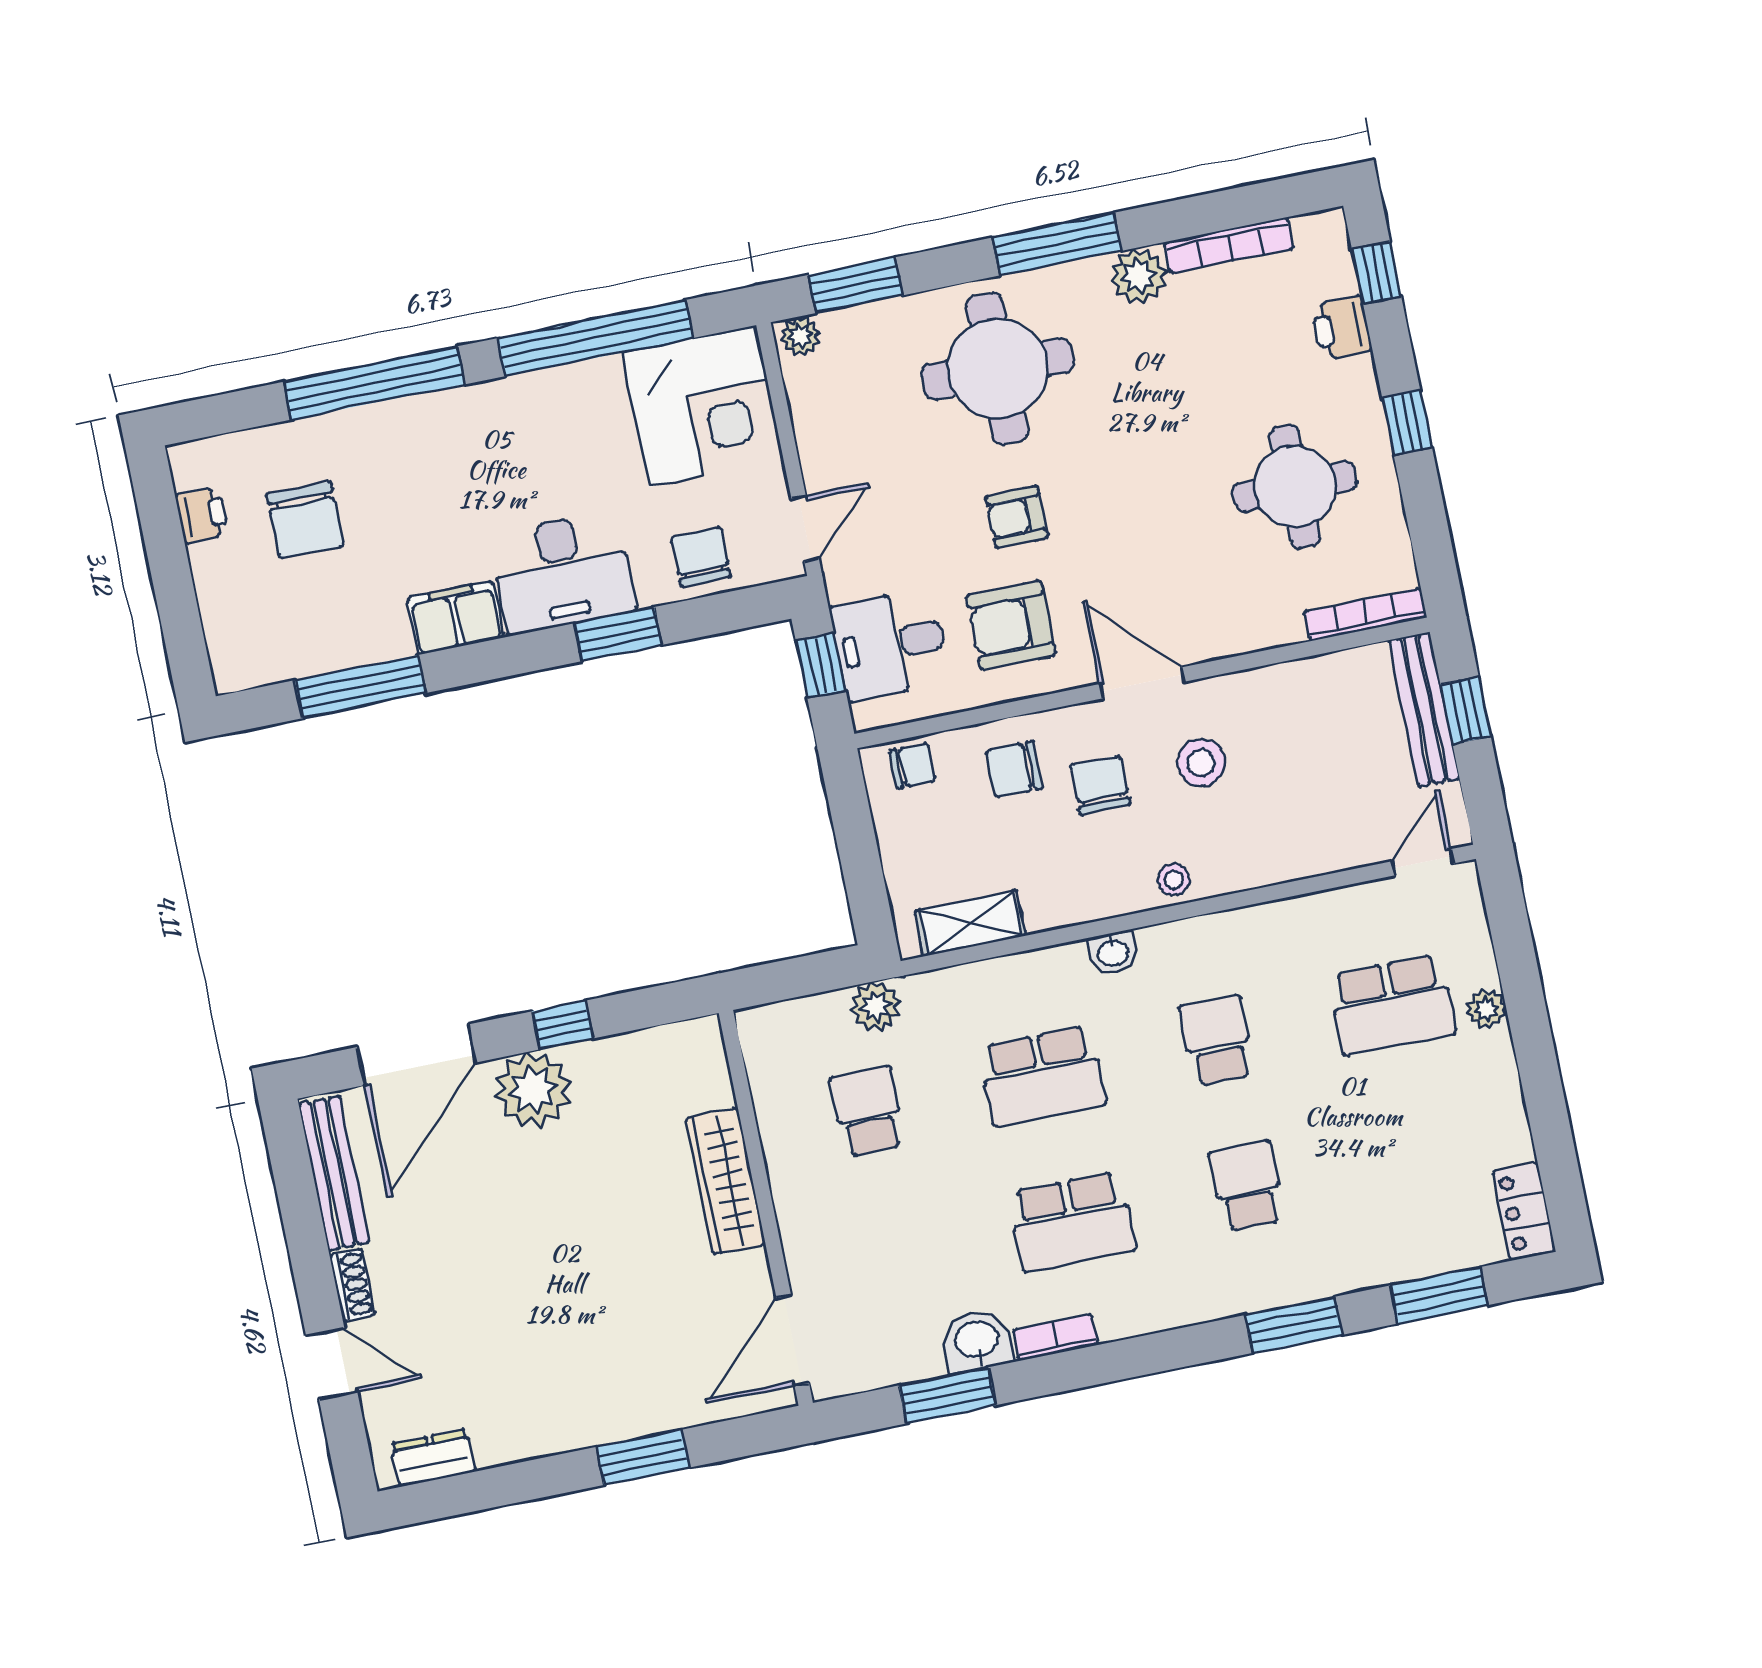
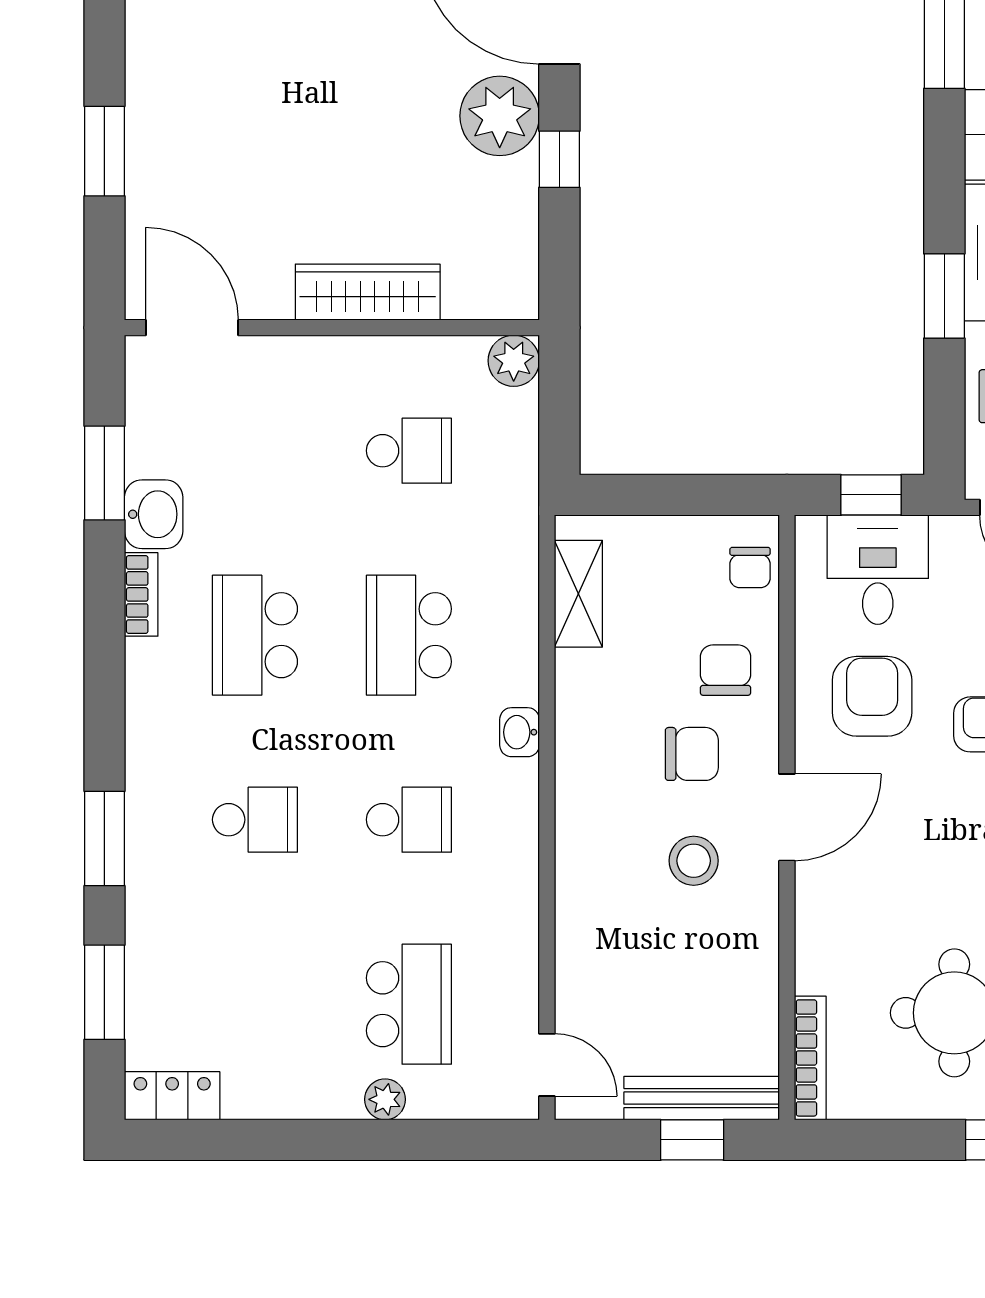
stool: (1174, 880) -> (581, 809), removed
school desk: (1392, 1005) -> (409, 1004), turned 180
plant: (876, 1006) -> (514, 361), moved

